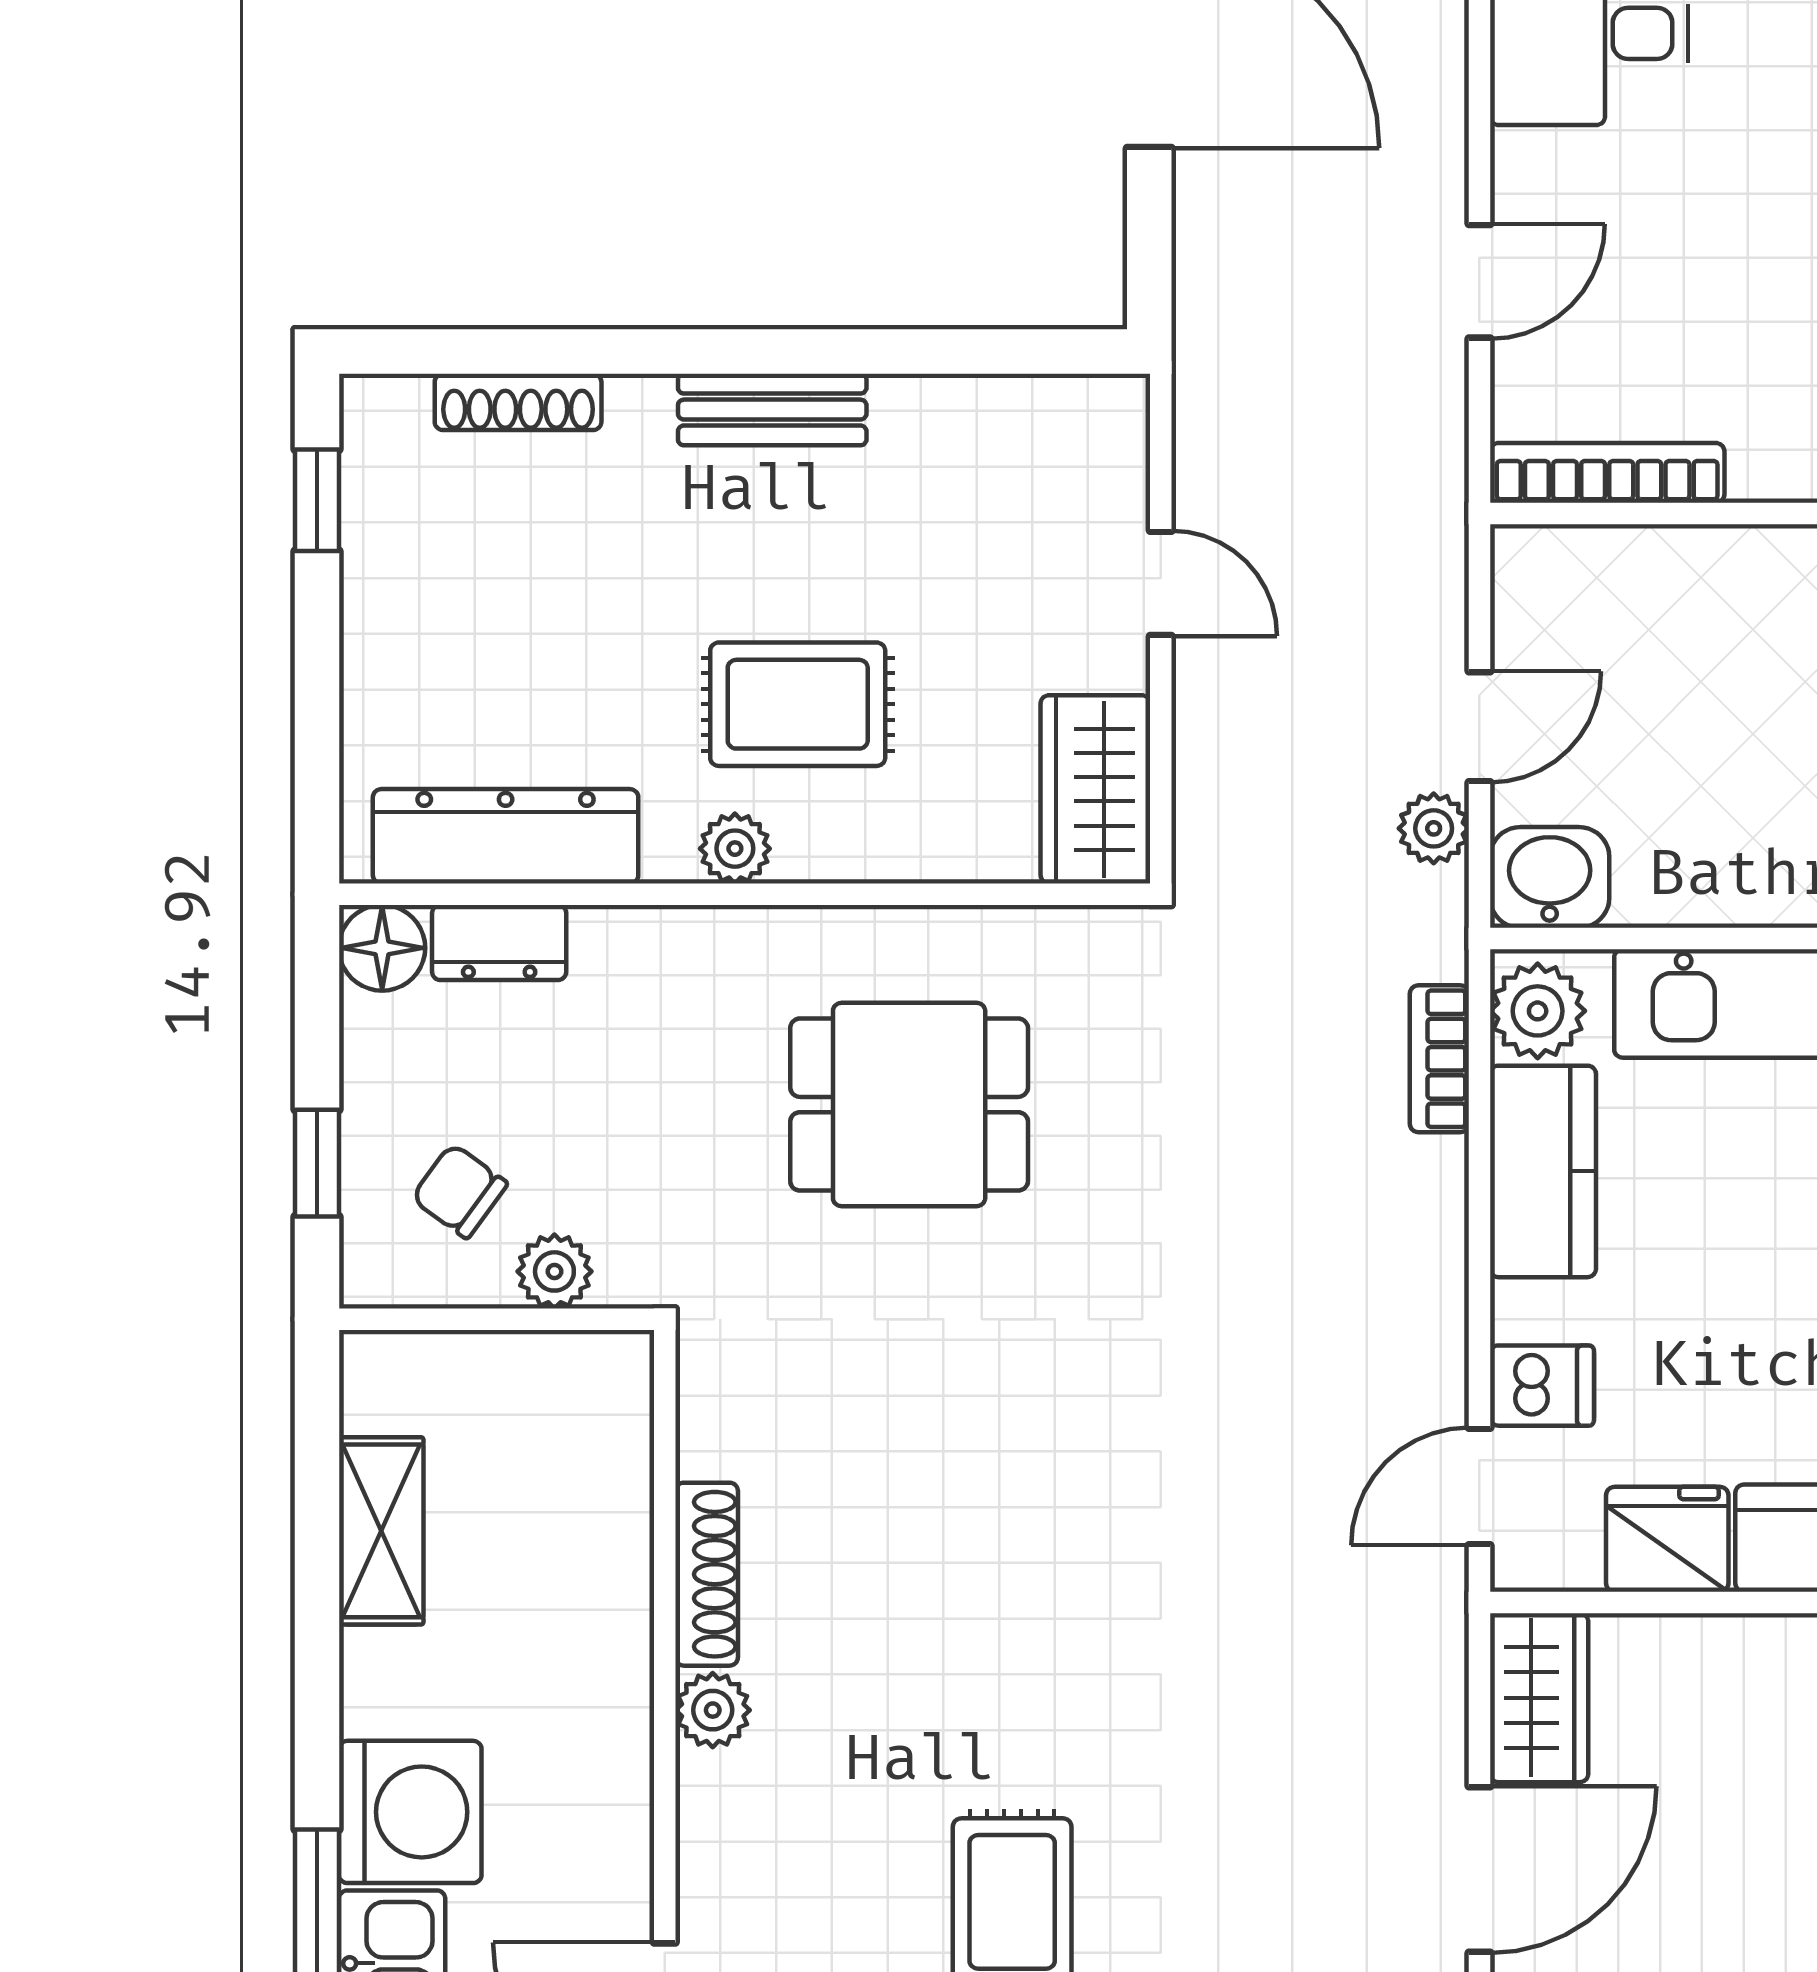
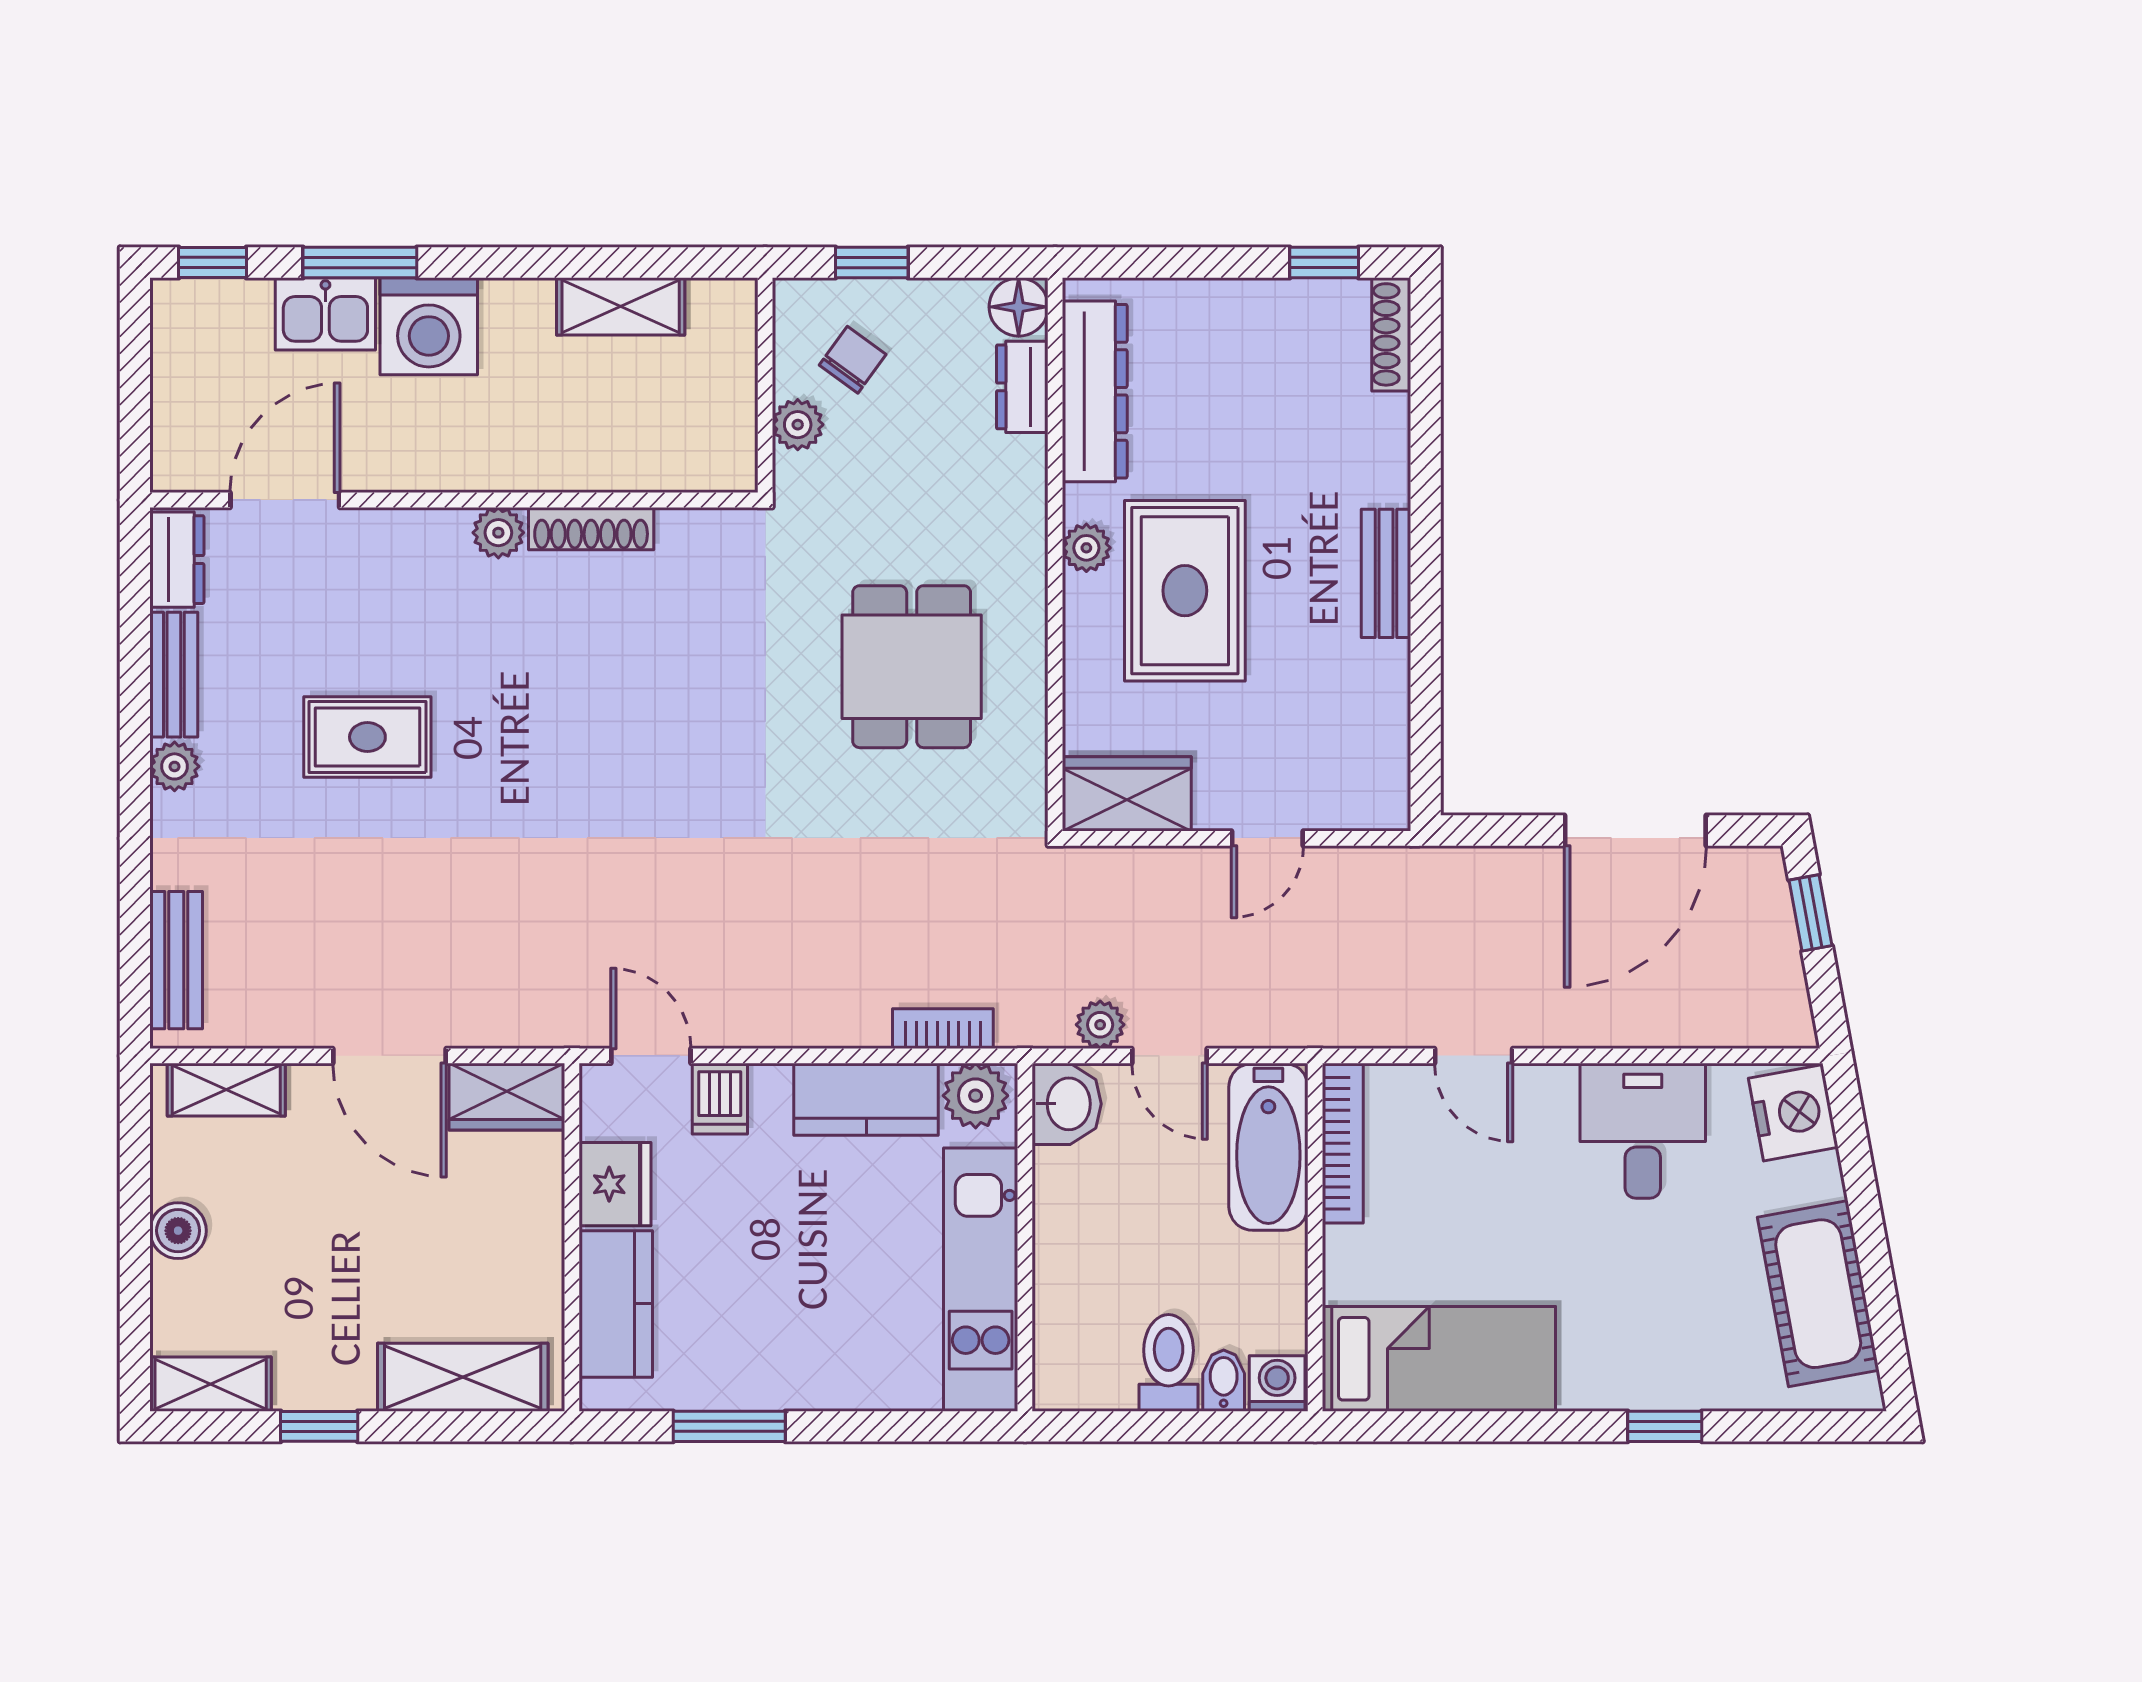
shoe rack: (518, 402) -> (1391, 334), moved
bathtub: (1613, 582) -> (1268, 1147), added
rug: (798, 704) -> (1185, 591), width x1.36, depth x1.43

